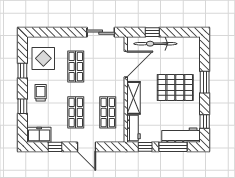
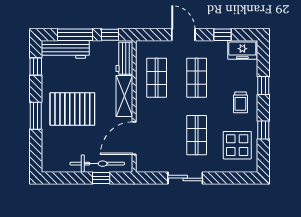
sliding door: (101, 32) -> (185, 178), moved

